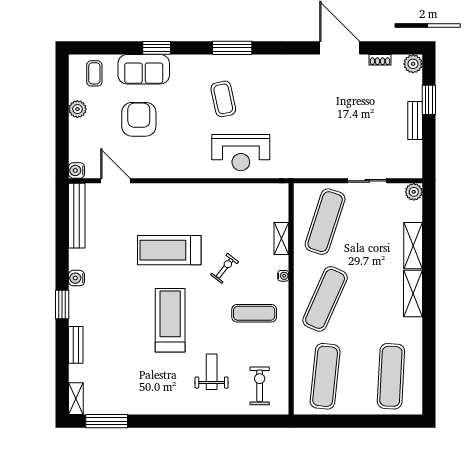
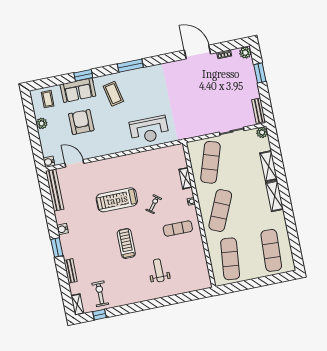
coffee table: (223, 99) -> (113, 94), moved
bench: (415, 121) -> (258, 111), moved
treadmill: (170, 320) -> (126, 243), width x0.73, depth x0.73
exercise bike: (260, 386) -> (100, 294), moved
window: (107, 421) -> (99, 315), width x0.46

